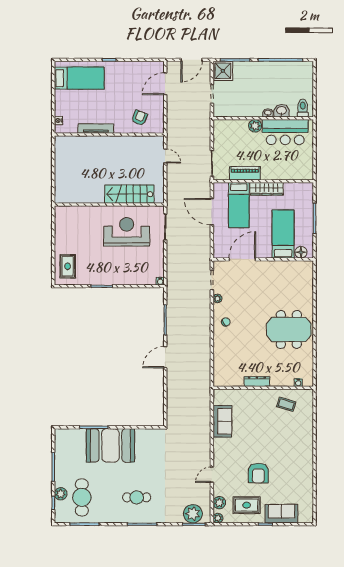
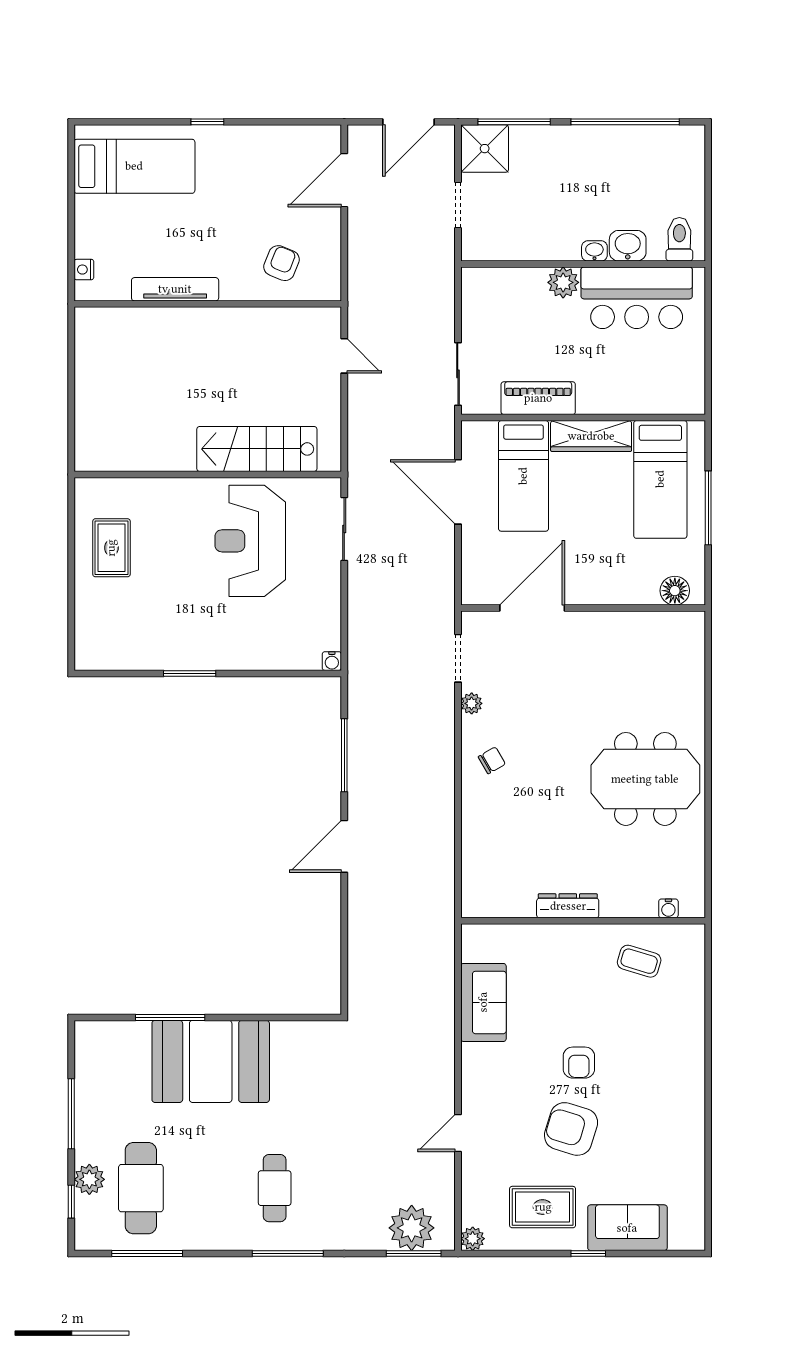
reception desk: (127, 232) -> (250, 541), turned -90
bed: (283, 234) -> (660, 479), moved, turned 180
rug: (68, 266) -> (111, 548), moved
armchair: (262, 446) -> (579, 1063), added
armchair: (258, 473) -> (571, 1129), turned 107
cafe table: (137, 497) -> (275, 1188), turned 90
plant: (219, 503) -> (476, 1201), removed

